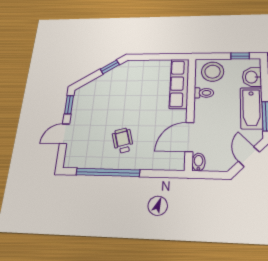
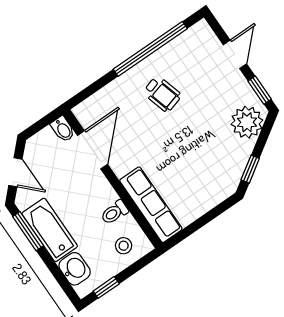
stool: (213, 72) -> (124, 246), width x0.53, depth x0.53
plant: (90, 92) -> (247, 122), added

